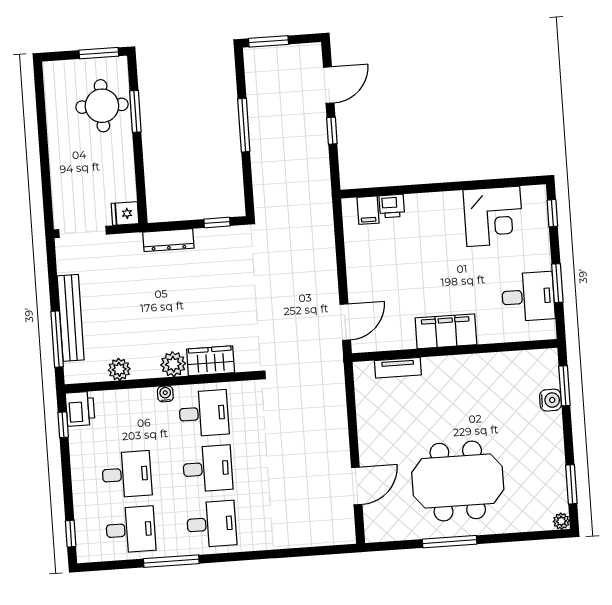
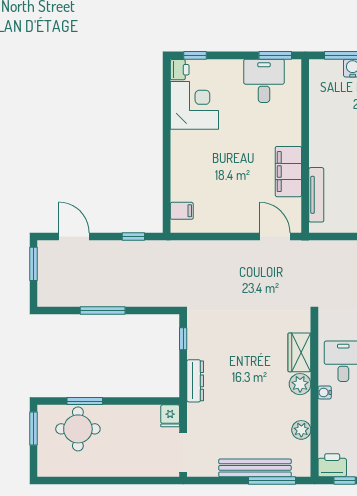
window: (268, 41) -> (33, 264), moved
window: (332, 131) -> (133, 237), moved
printer: (392, 206) -> (180, 70), moved
window: (557, 283) -> (275, 55), moved
filing cabinet: (446, 331) -> (288, 172), moved
tv unit: (398, 368) -> (316, 195), width x1.41

